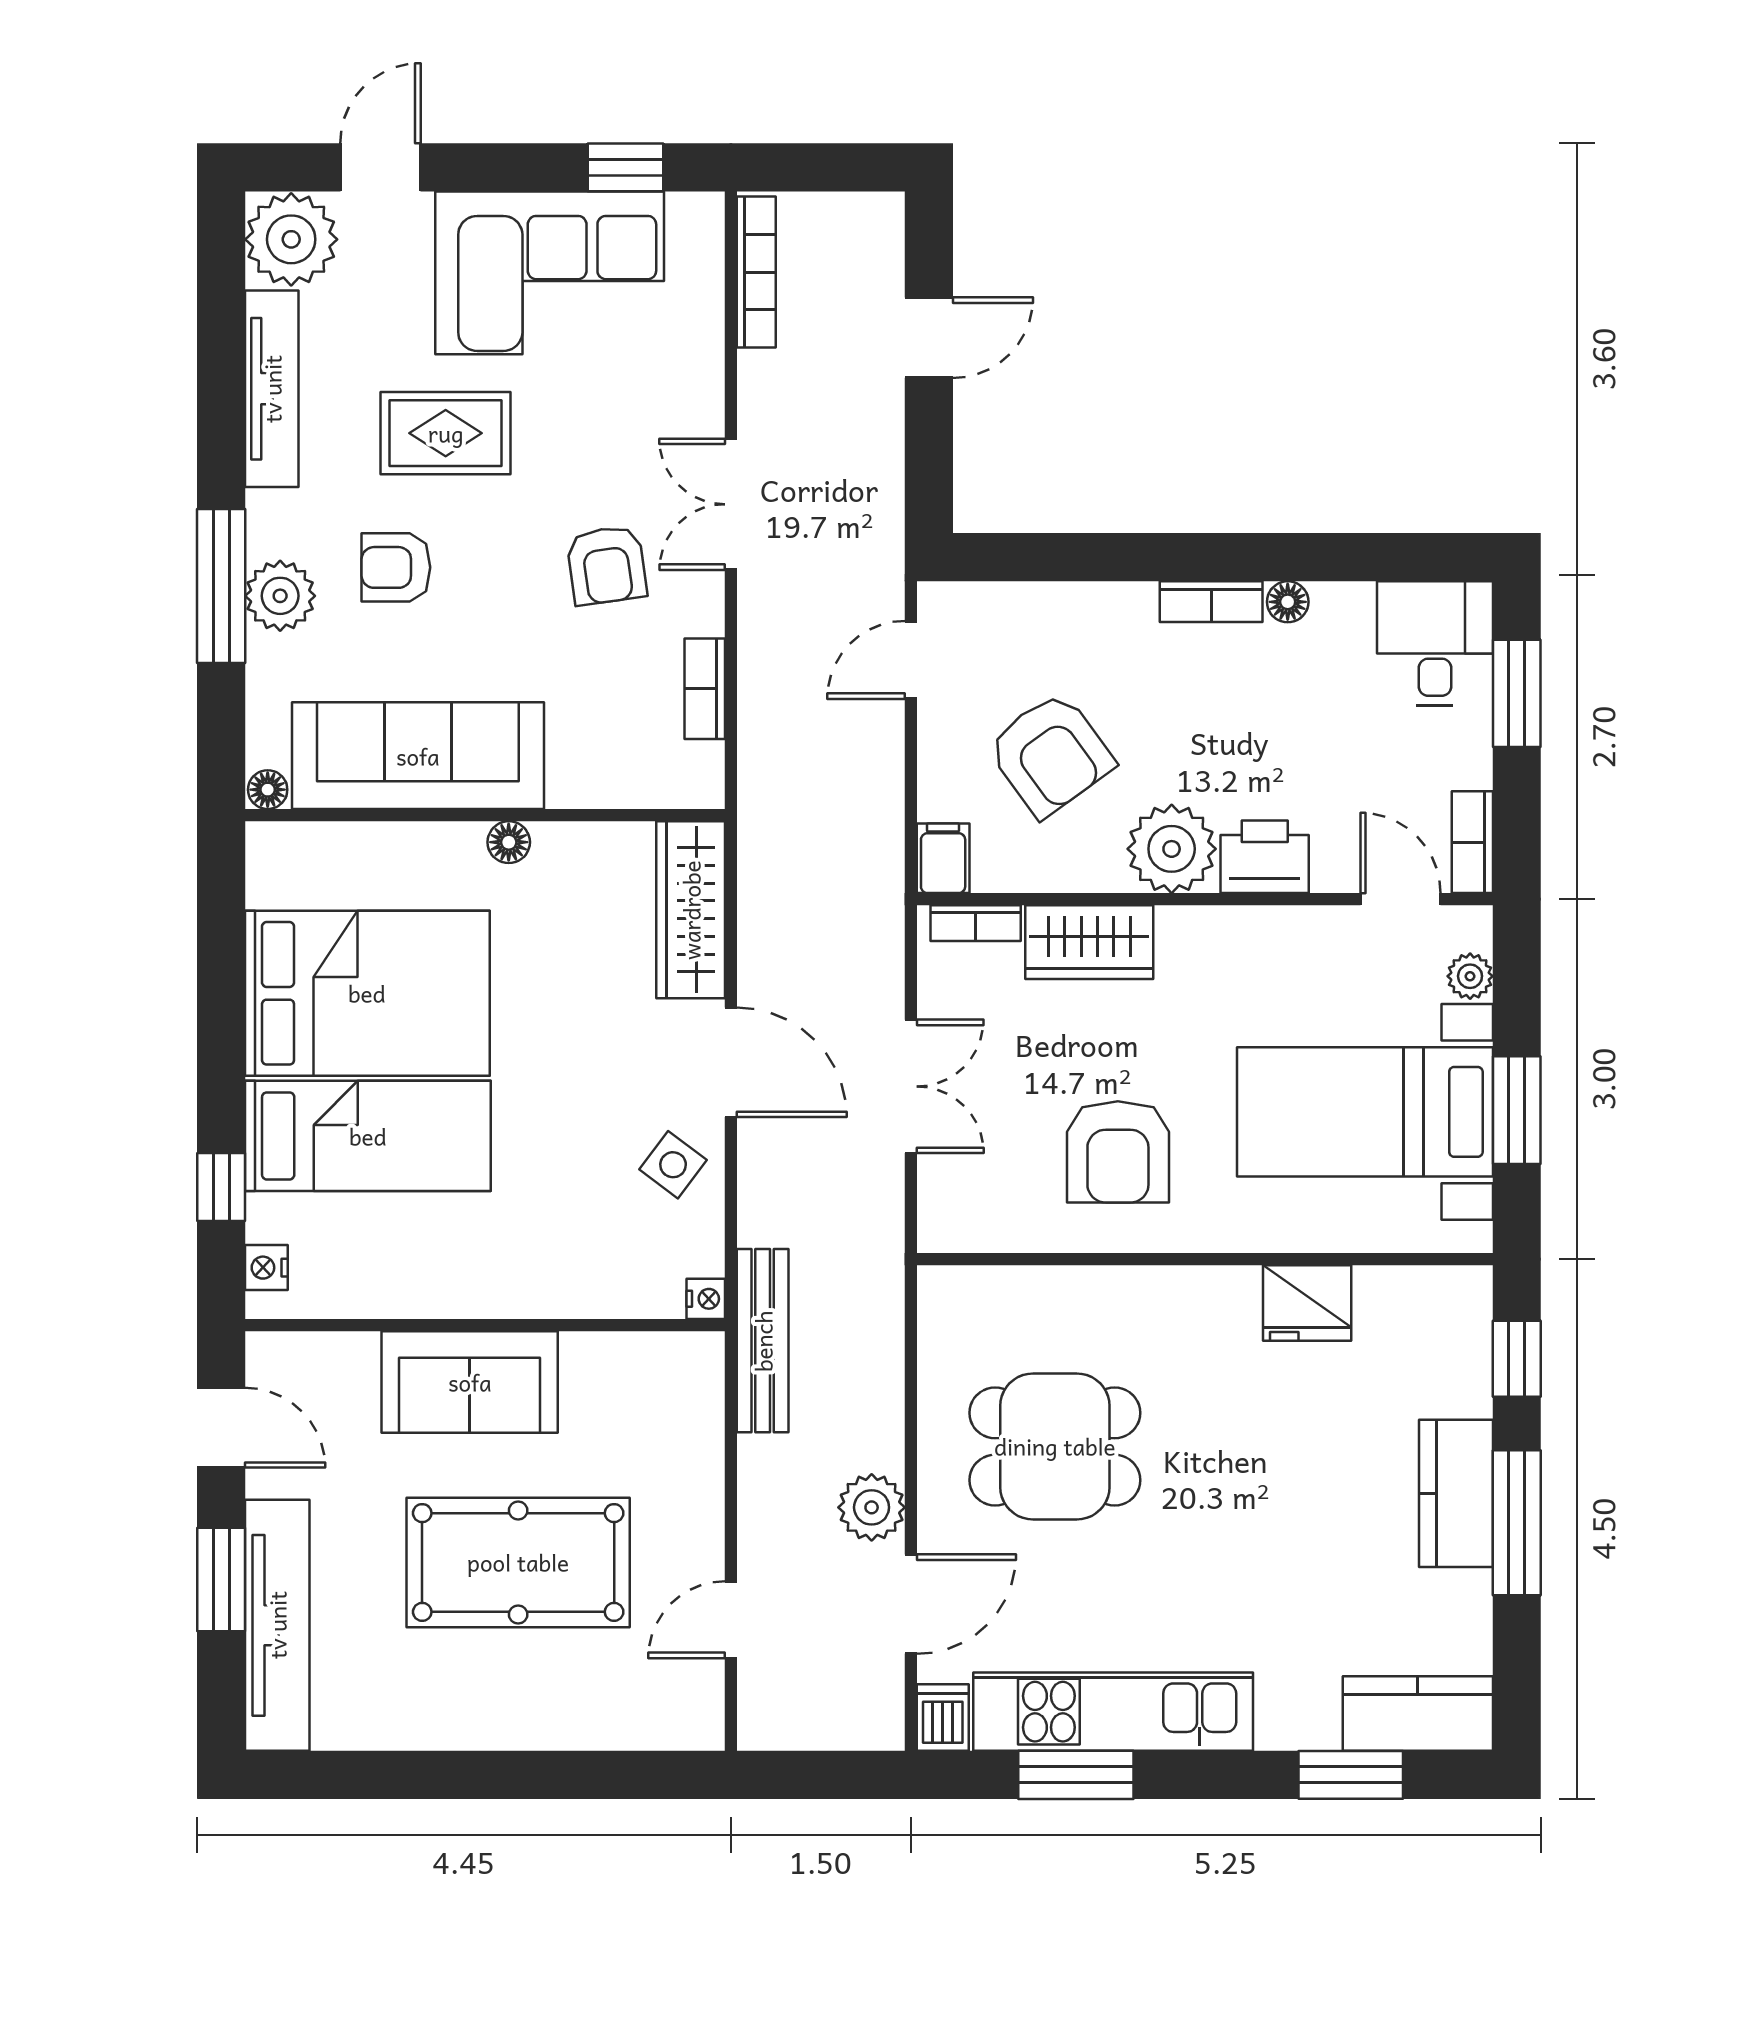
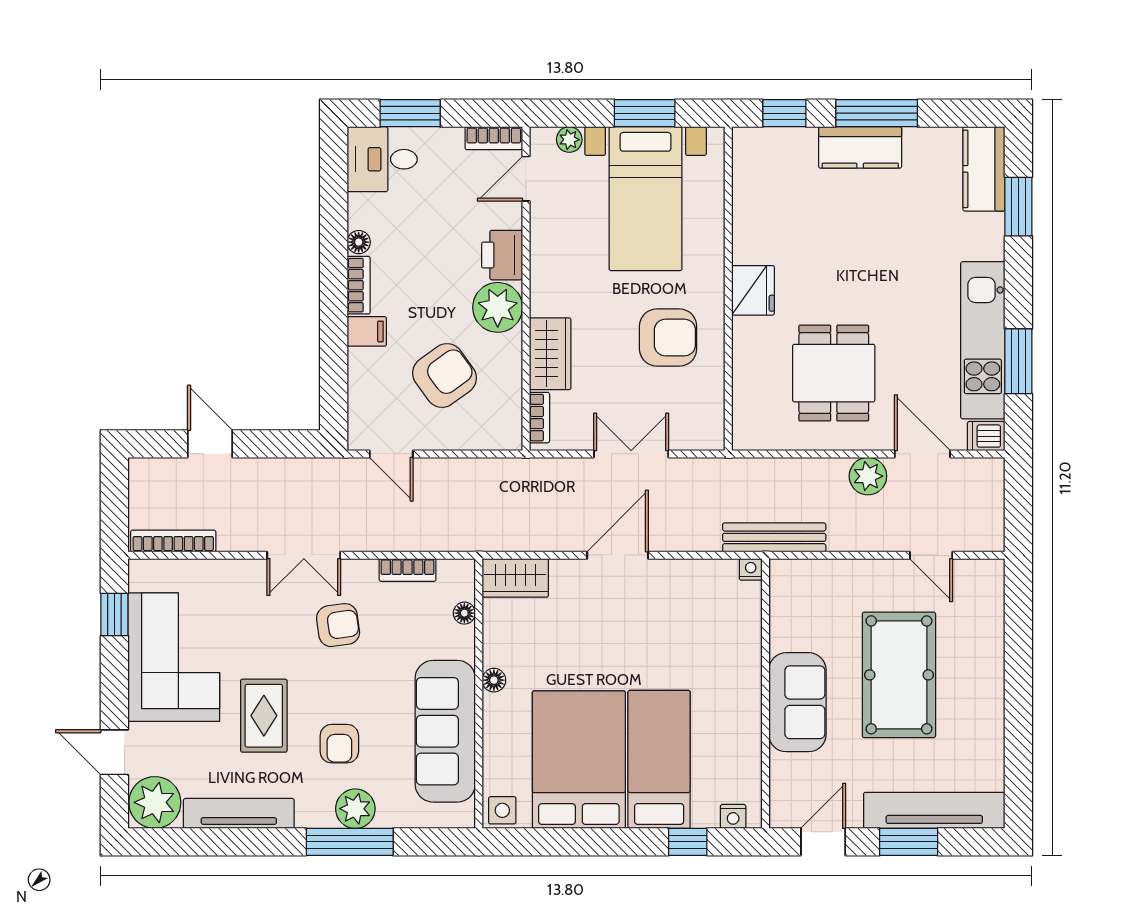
floor lamp: (268, 790) -> (464, 613), moved
filing cabinet: (943, 858) -> (367, 331), moved, turned 180
wardrobe: (691, 910) -> (515, 578), width x0.67
side table: (673, 1165) -> (502, 810), moved, turned -37
fridge: (1307, 1303) -> (753, 290), moved

